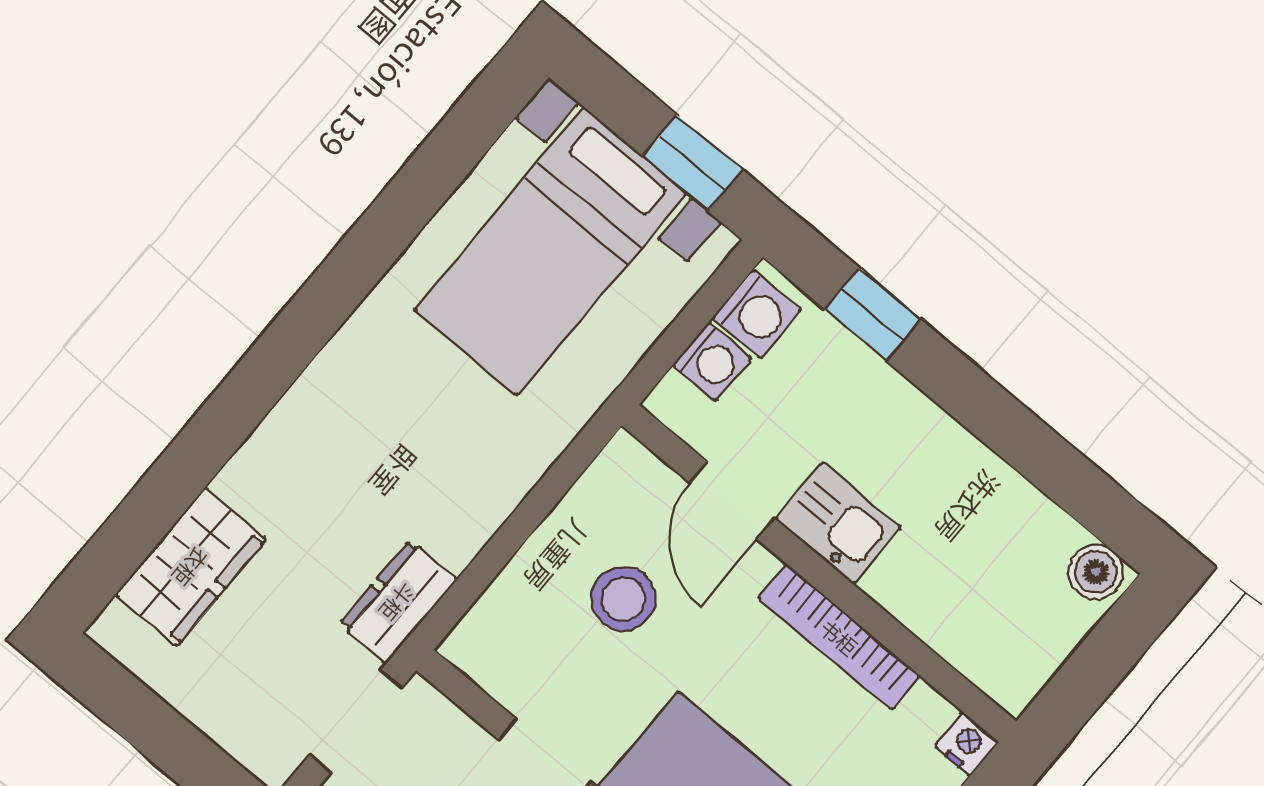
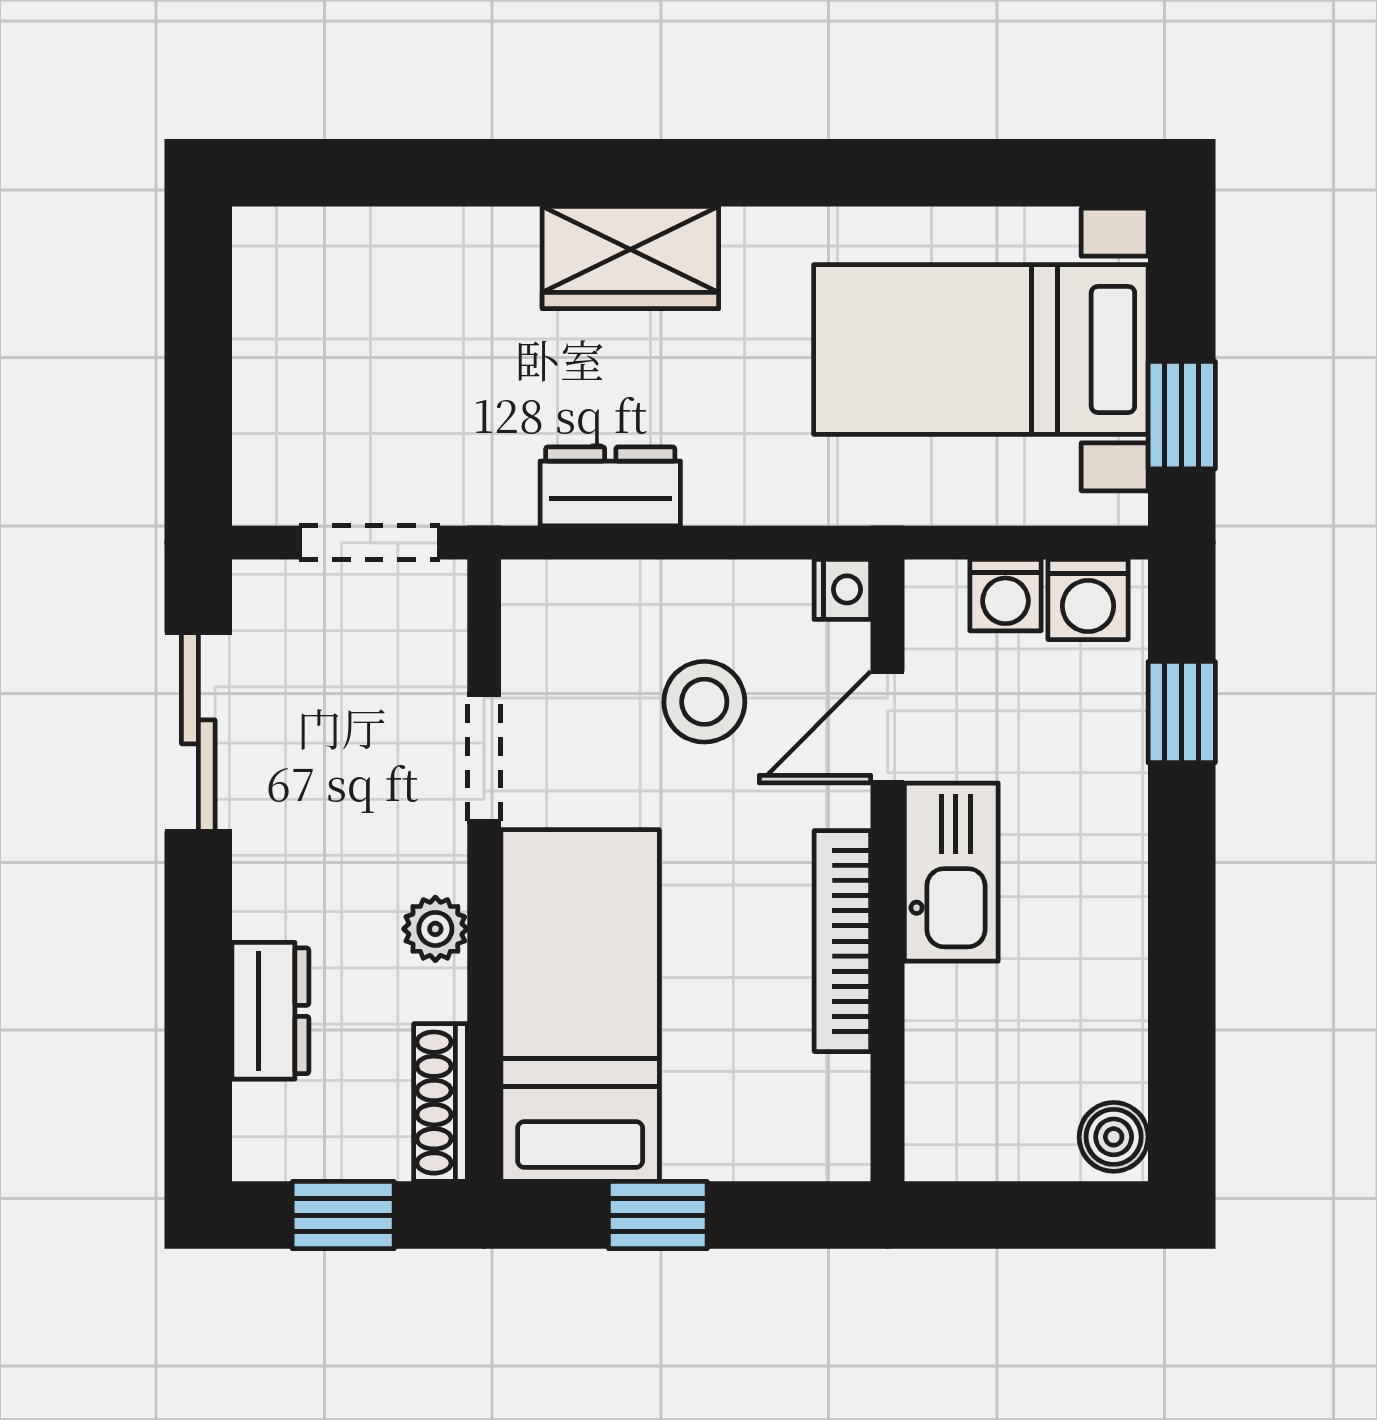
kitchen sink: (838, 523) -> (951, 872), width x1.38
wardrobe: (191, 567) -> (630, 258), moved
dresser: (398, 602) -> (610, 486), moved
nightstand: (967, 744) -> (842, 589), moved

